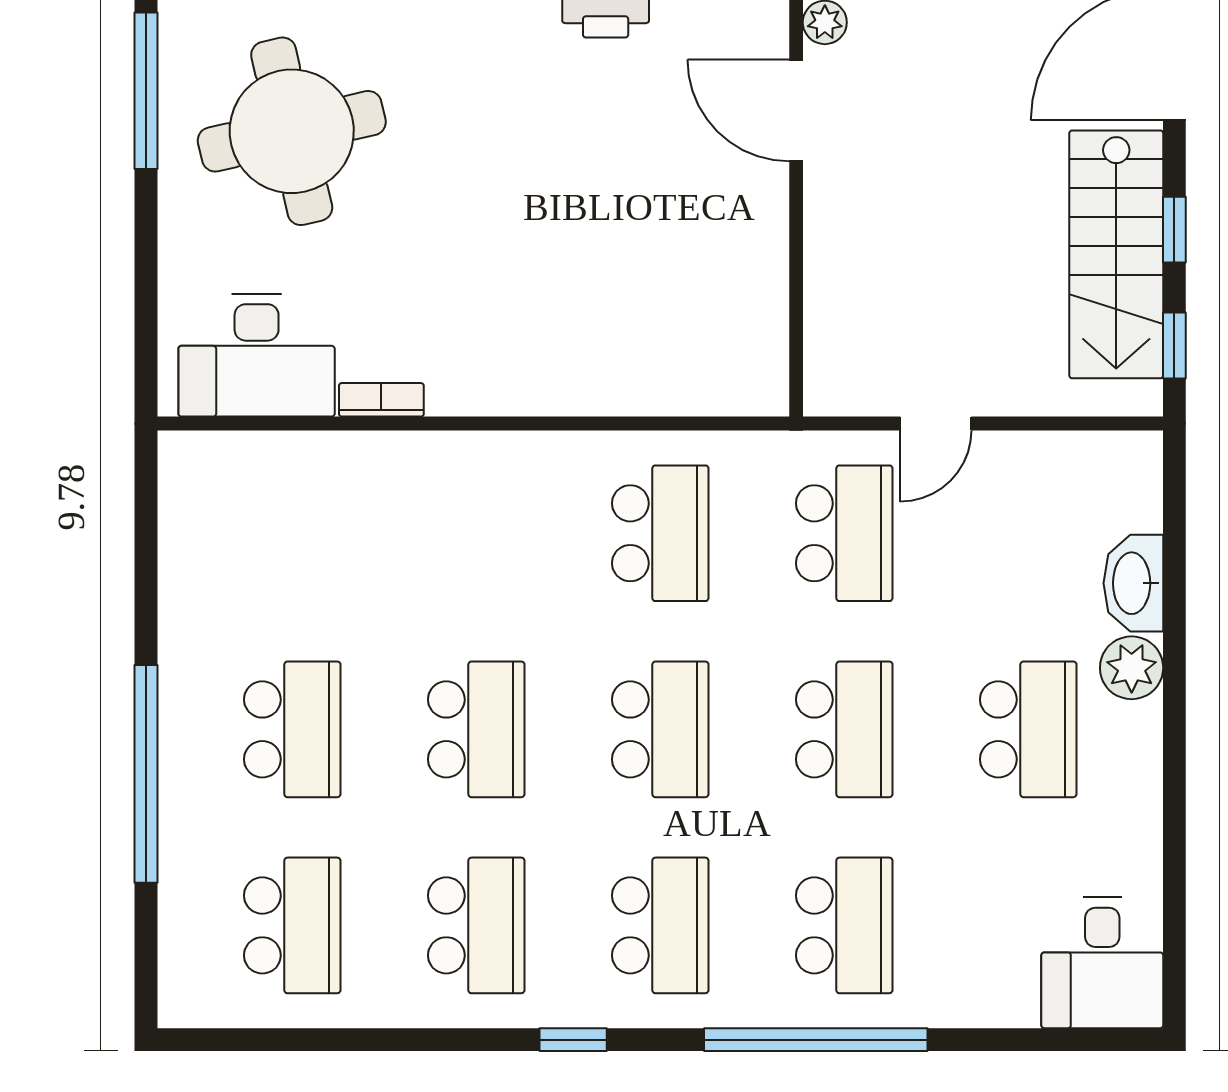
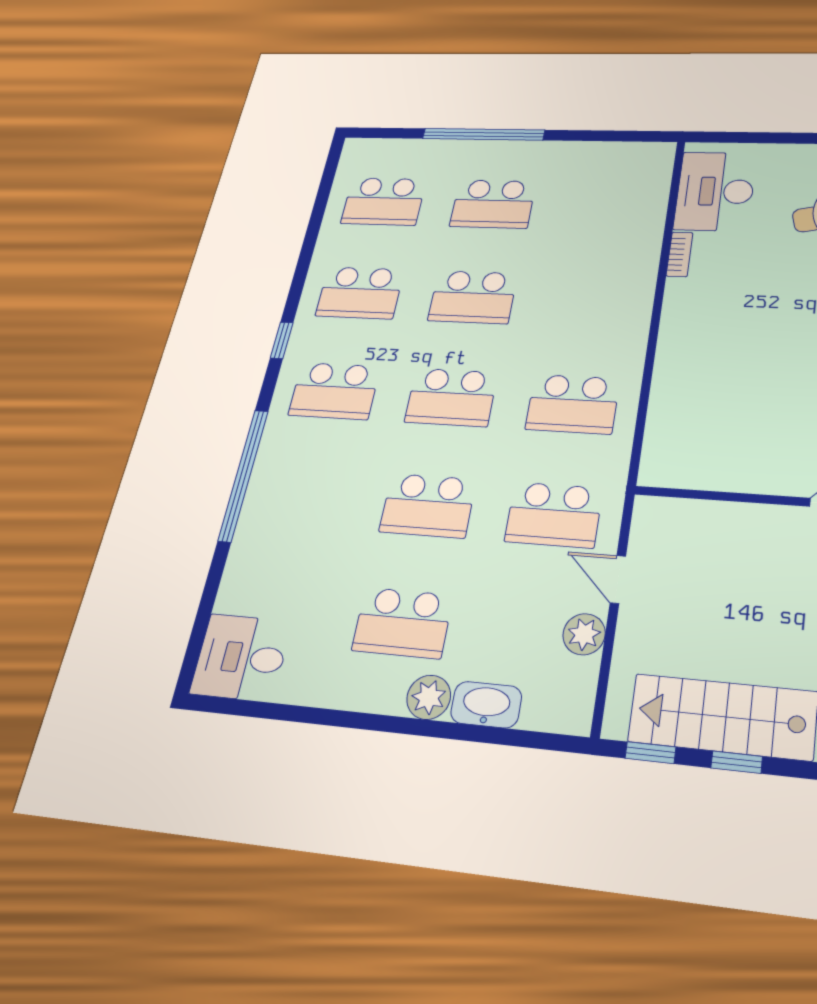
plant: (1020, 460) -> (584, 634), added
school desk: (844, 925) -> (307, 497), removed

